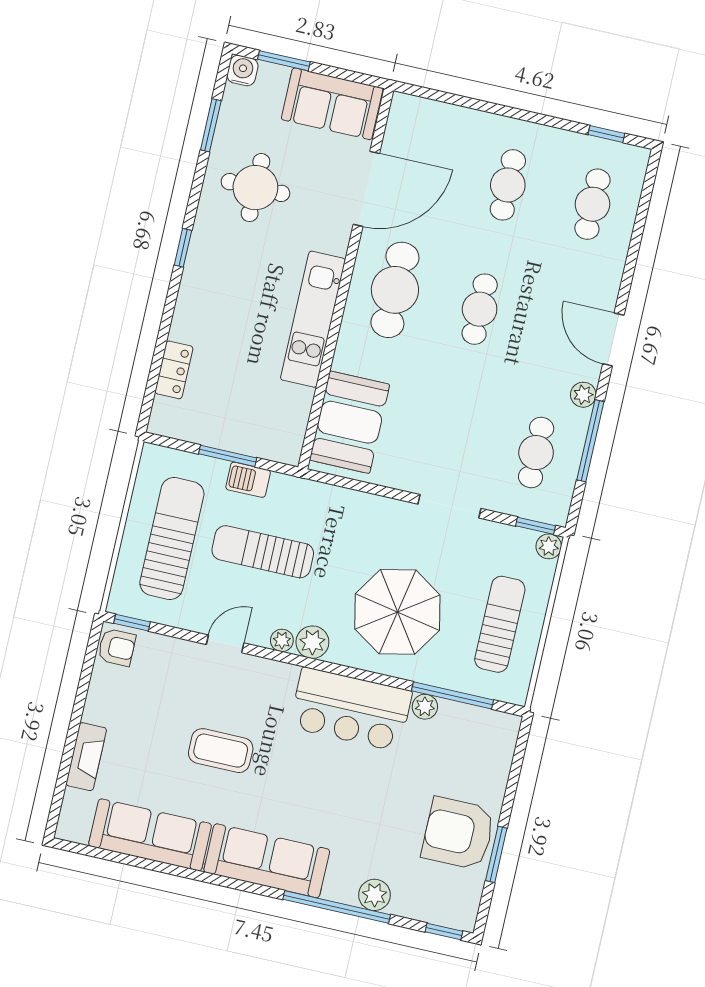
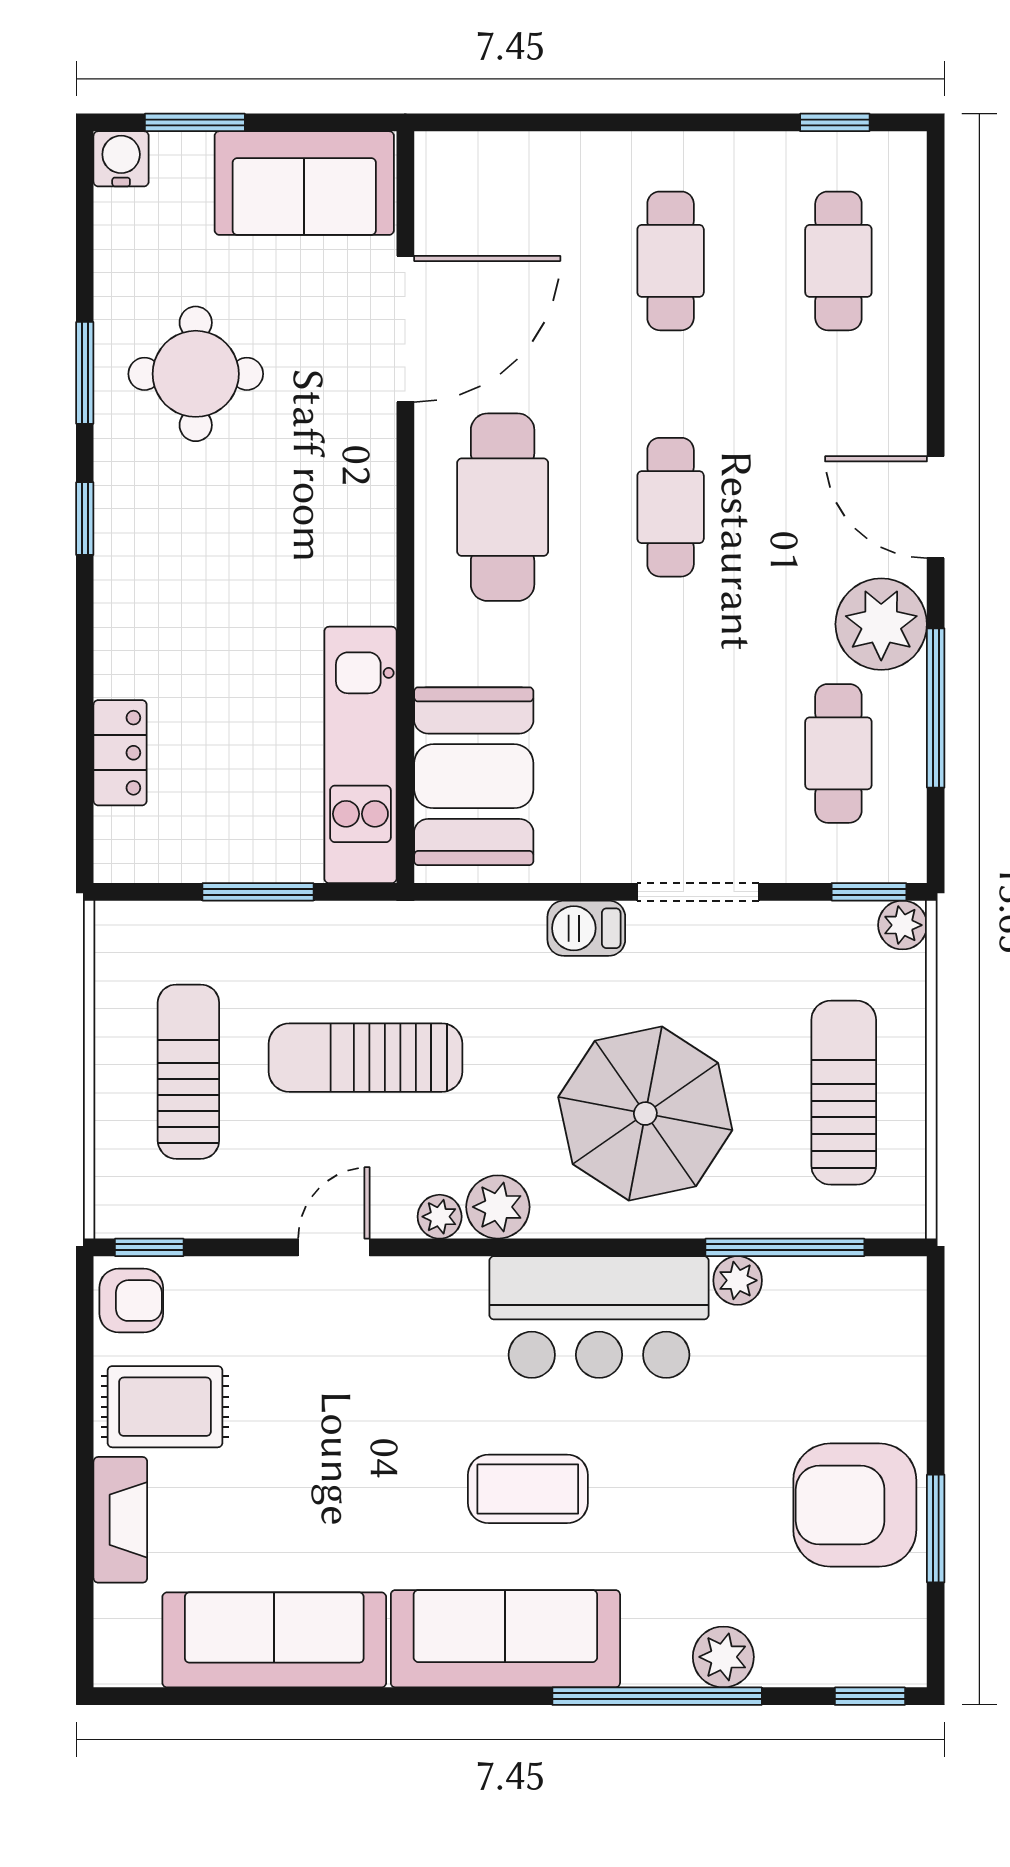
window: (211, 125) -> (85, 373), moved
kitchen unit: (313, 319) -> (360, 755), moved
plant: (583, 395) -> (881, 624), width x1.87, depth x1.87
barbecue: (248, 480) -> (586, 928), moved
sun lounger: (172, 539) -> (188, 1072), width x0.73, depth x0.75
rug: (122, 705) -> (165, 1407), added
coffee table: (221, 751) -> (528, 1489), moved

